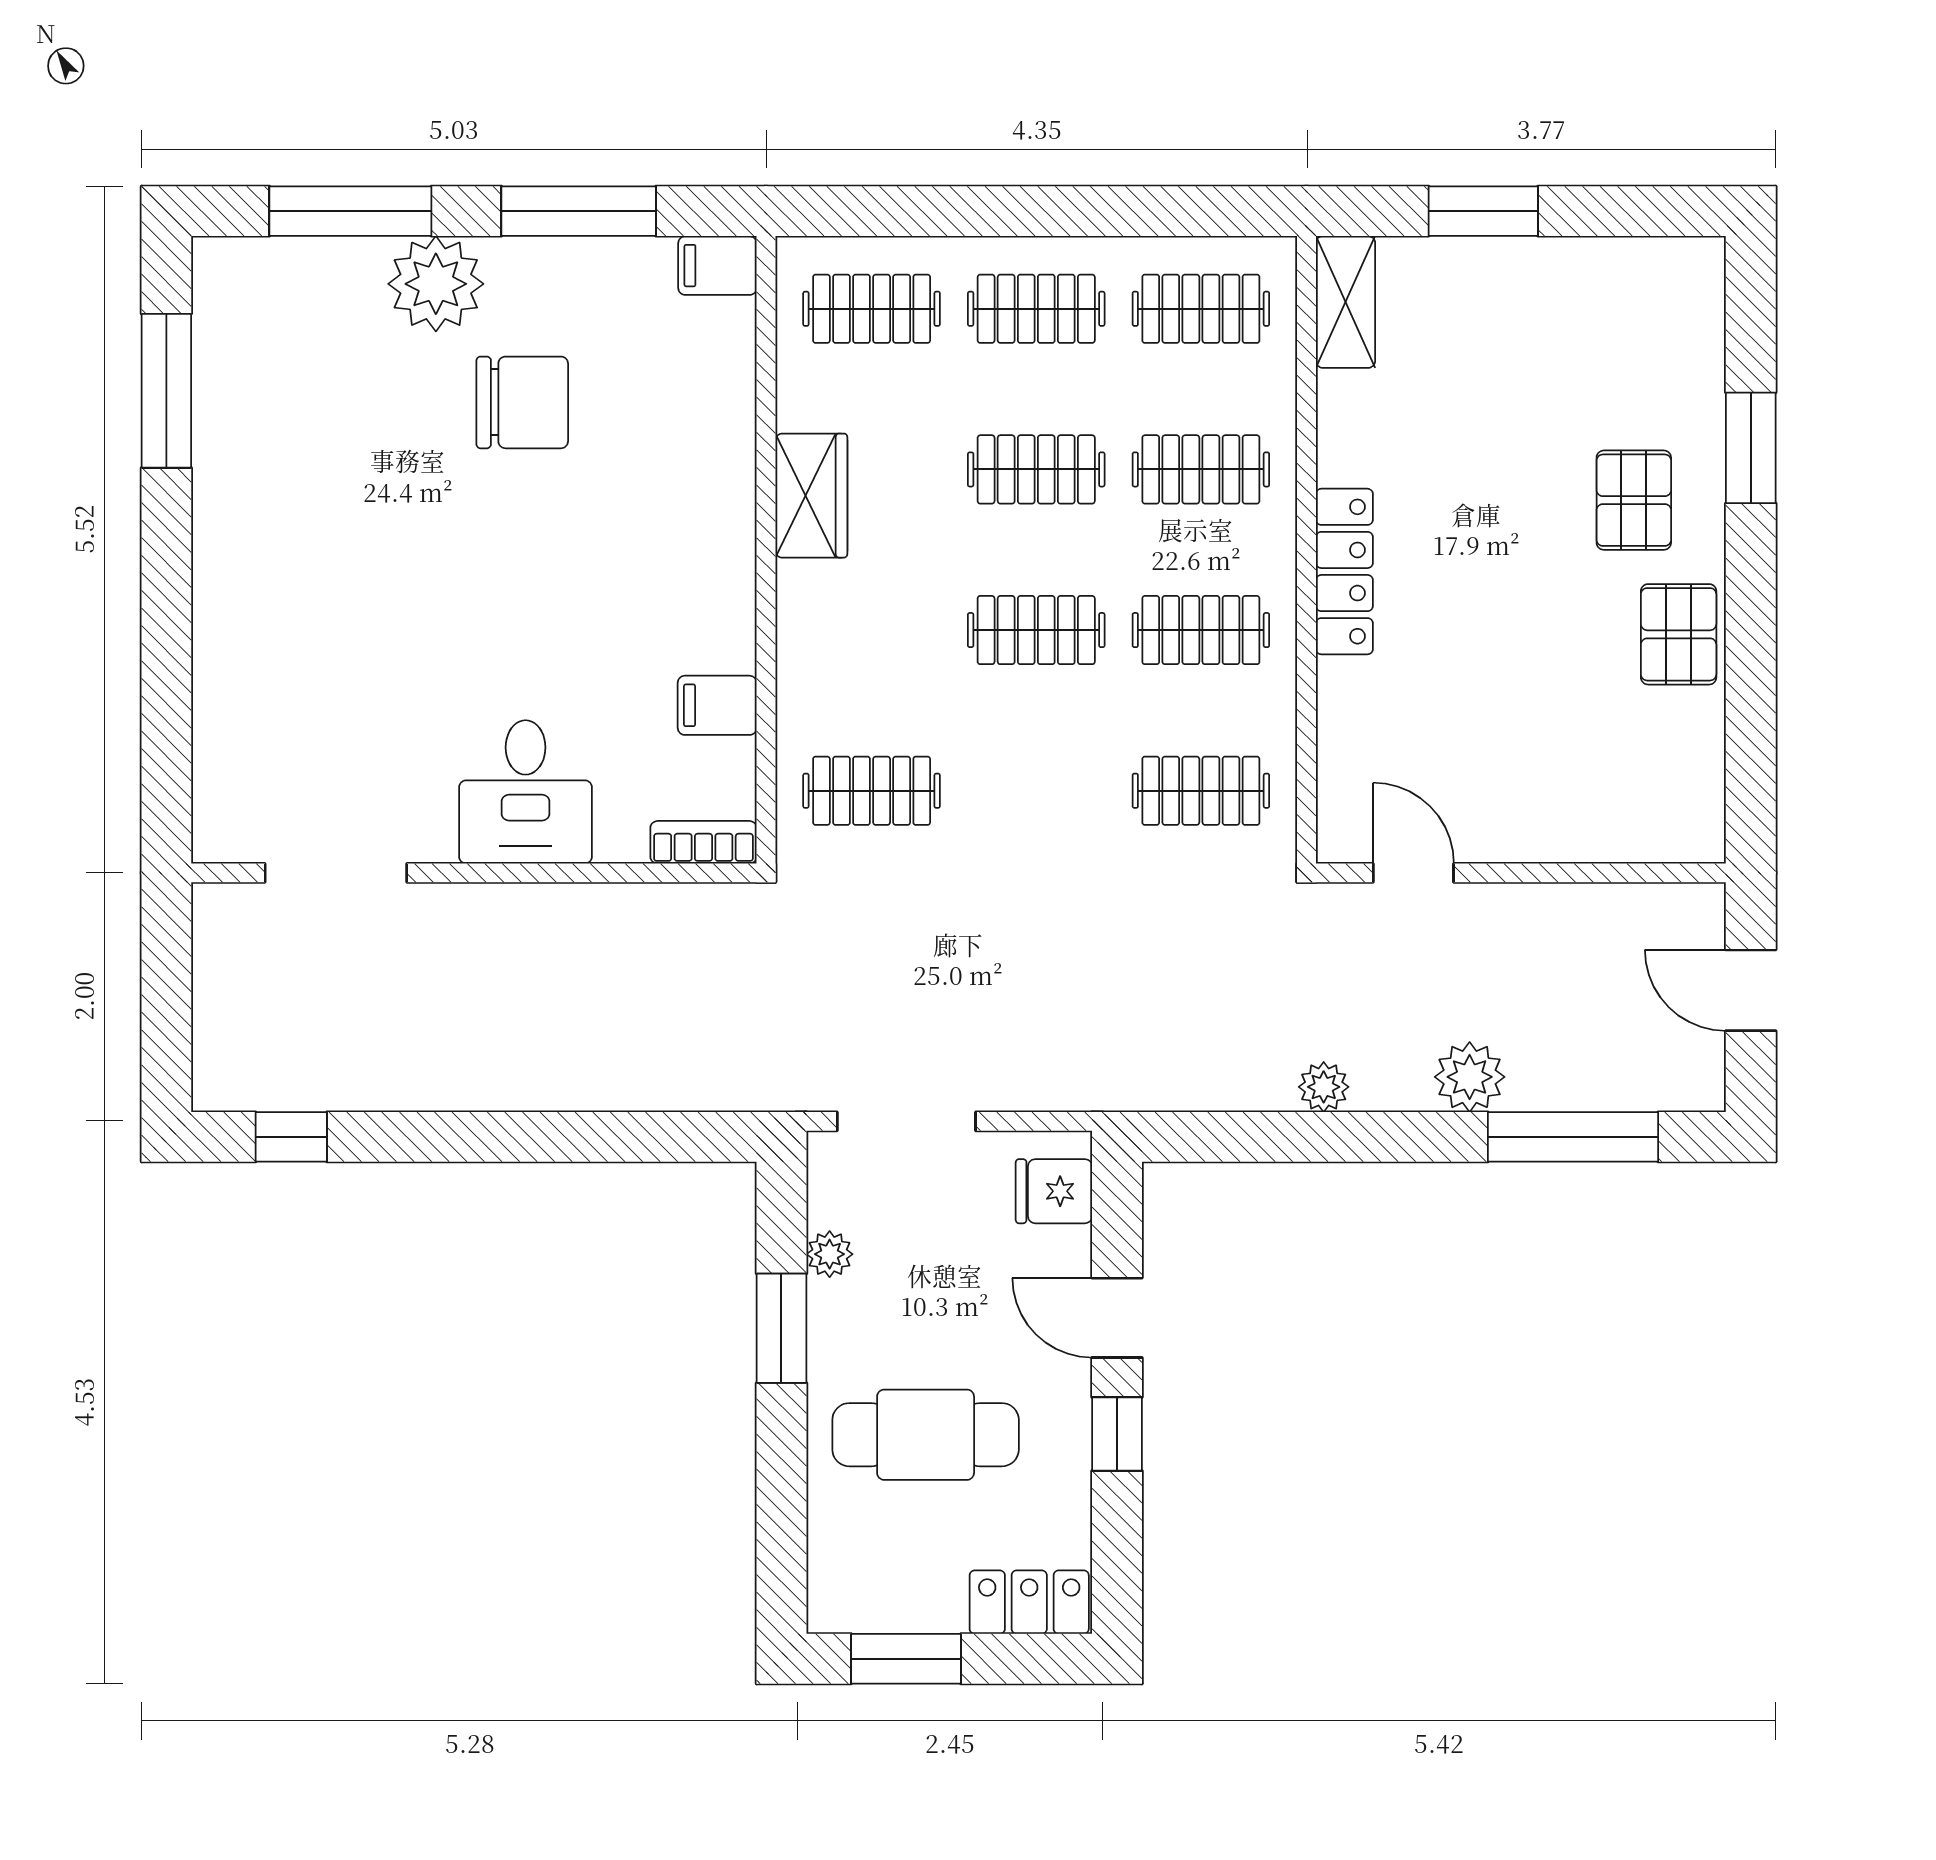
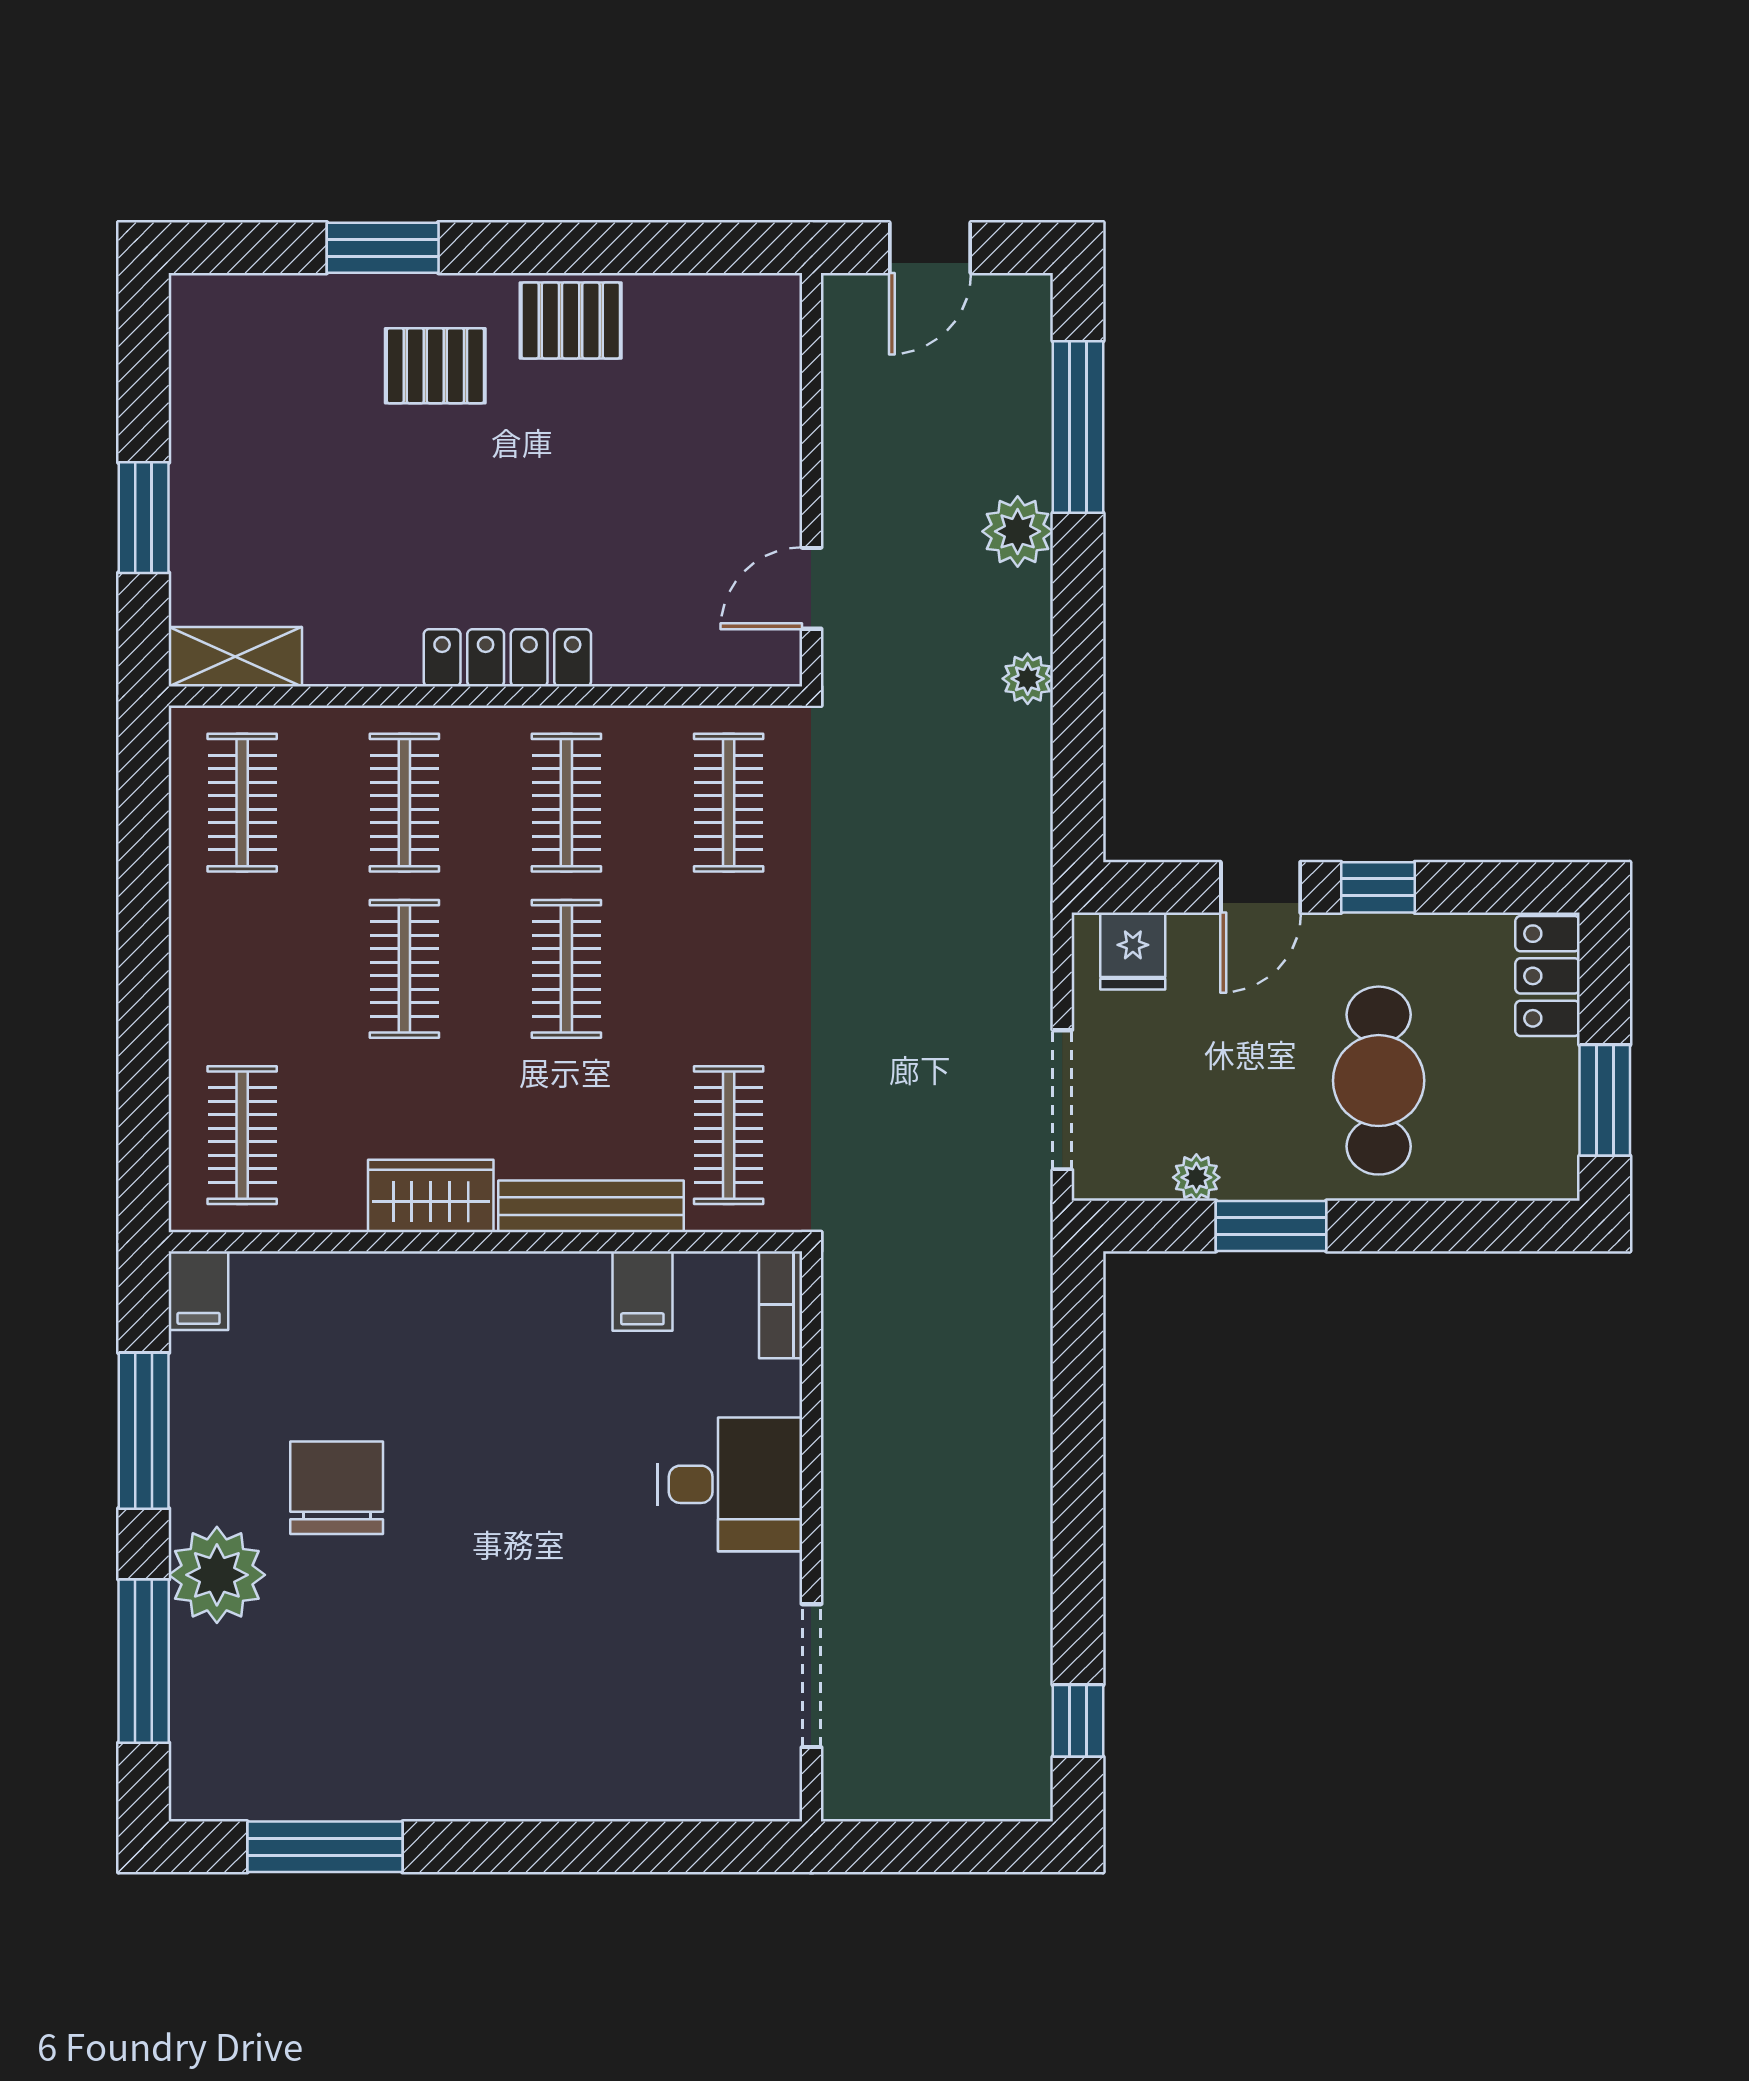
clothes rail: (1036, 309) -> (242, 969), removed
bench: (801, 654) -> (591, 1206), added

